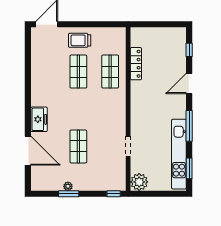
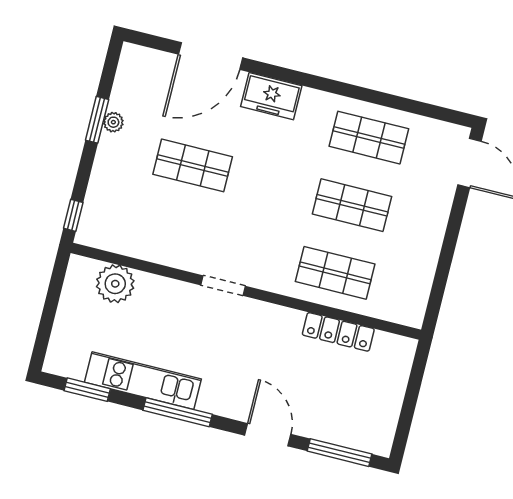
trolley: (80, 40) -> (418, 225), removed
window: (189, 50) -> (339, 453), width x2.17
shop shelf: (47, 72) -> (369, 138), added
doorway: (128, 146) -> (223, 286), moved
kitchen unit: (179, 154) -> (143, 381), width x0.73
plant: (139, 182) -> (115, 284), moved

